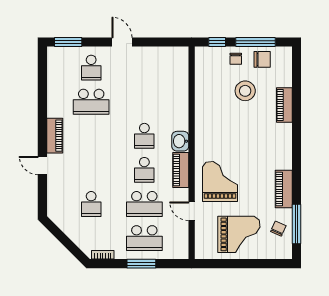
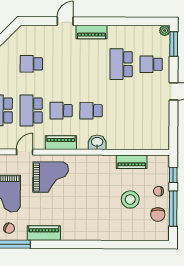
plant: (53, 52) -> (165, 31), added
piano: (284, 105) -> (132, 162), moved, turned 180
washbasin: (180, 141) -> (97, 142), moved

